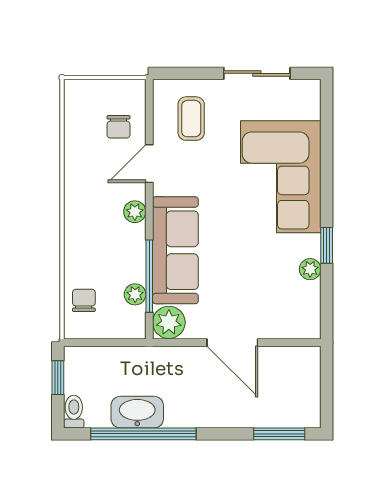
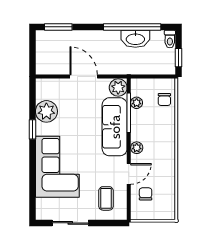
plant: (310, 269) -> (46, 111), width x1.87, depth x1.87

